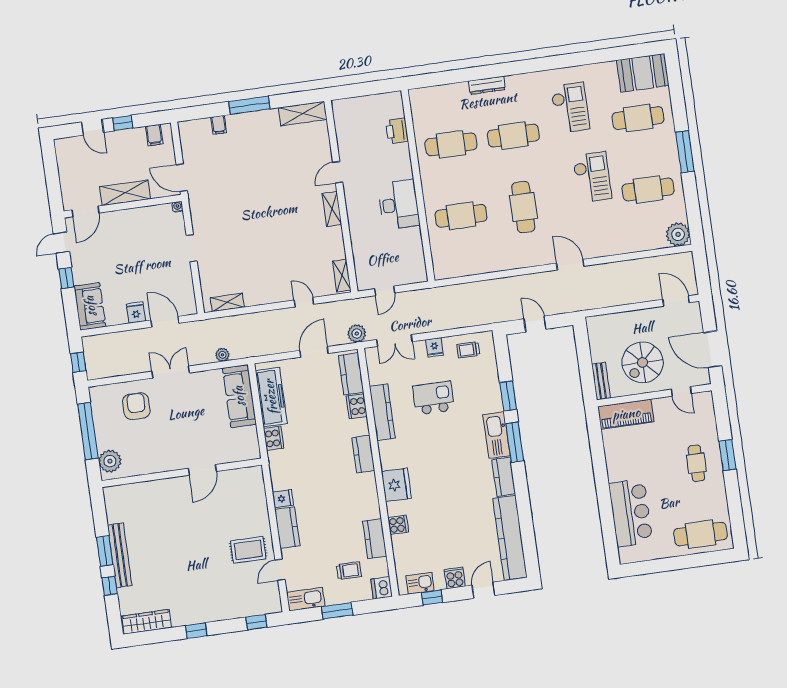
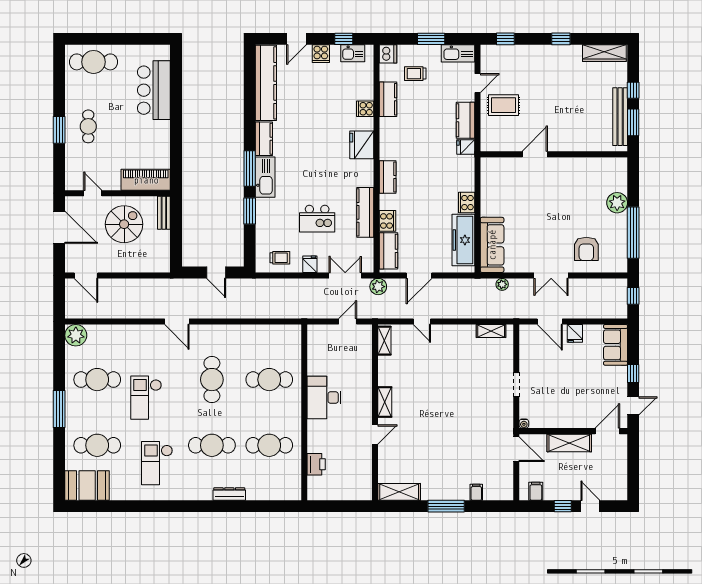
door: (202, 470) -> (535, 154), moved
wall: (182, 473) -> (554, 154), moved

